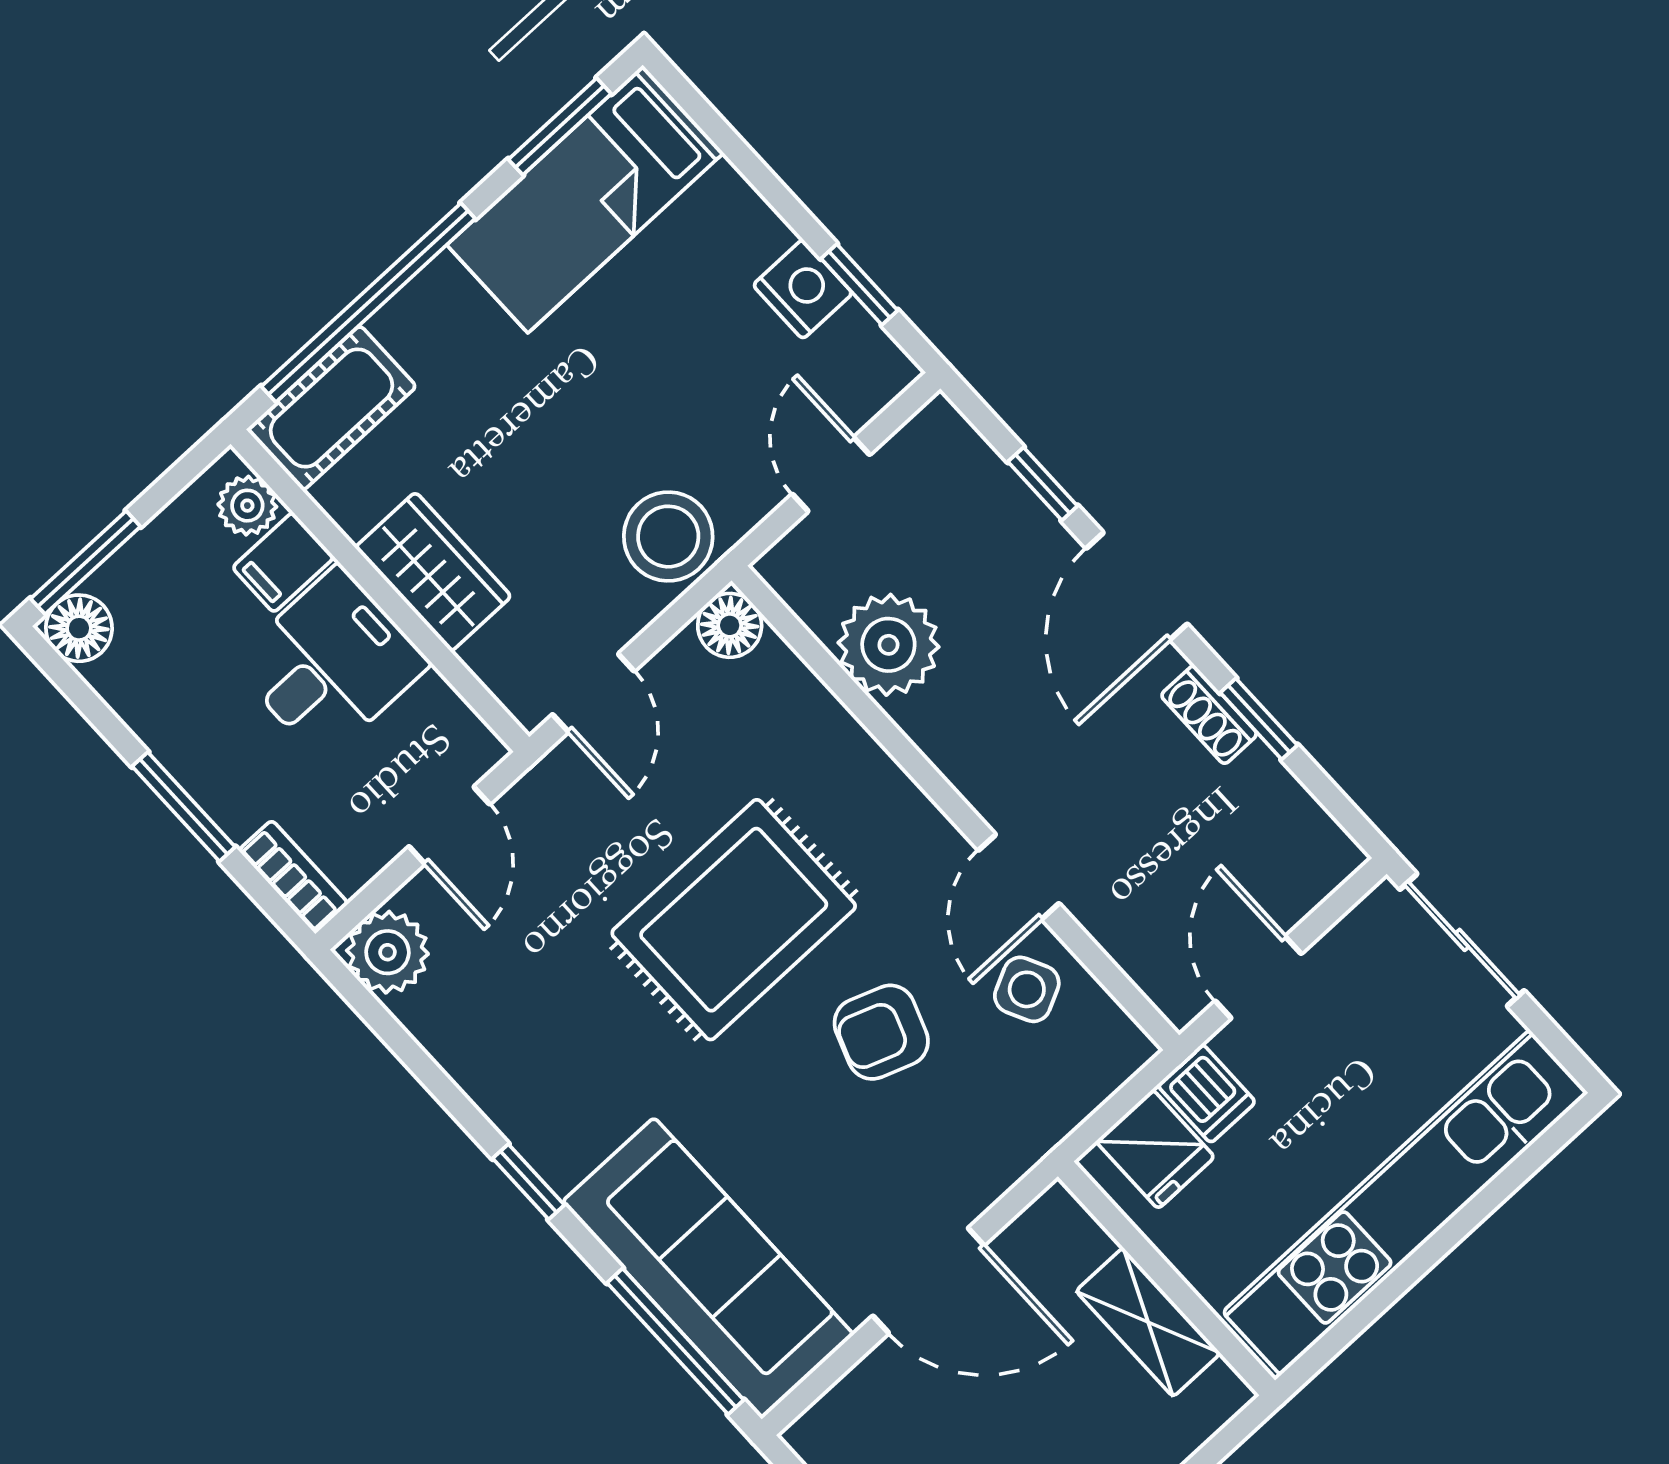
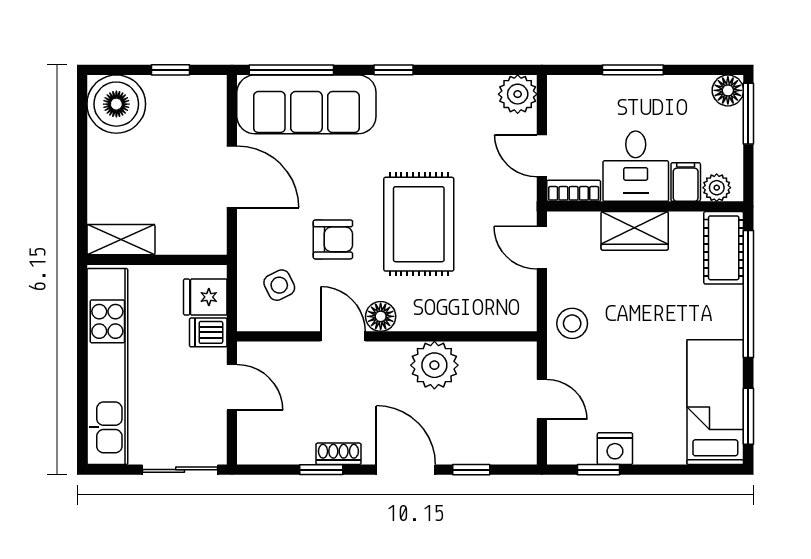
stool: (668, 537) -> (572, 323), width x0.73, depth x0.73
floor lamp: (730, 625) -> (381, 316), moved
plant: (888, 645) -> (434, 365), moved
bookcase: (294, 877) -> (574, 191), moved, turned 180
side table: (1027, 989) -> (279, 285), moved
armchair: (881, 1032) -> (333, 239), turned 70
door: (928, 1281) -> (232, 177), swing flipped
shelving: (1148, 1322) -> (121, 240), moved

